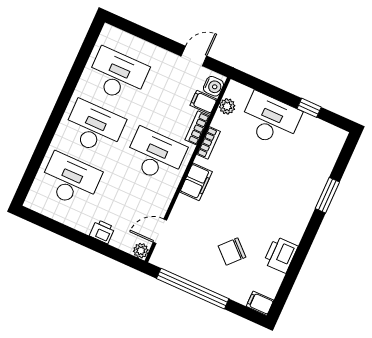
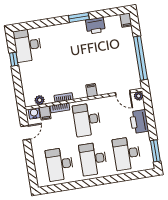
door: (194, 56) -> (26, 133), swing flipped
desk: (270, 120) -> (28, 45), moved
filing cabinet: (196, 182) -> (91, 90), width x0.50
window: (327, 195) -> (79, 17), moved
window: (47, 223) -> (155, 151), added
printer: (102, 232) -> (139, 122), width x1.87, depth x1.48
chair: (232, 251) -> (109, 51), removed

